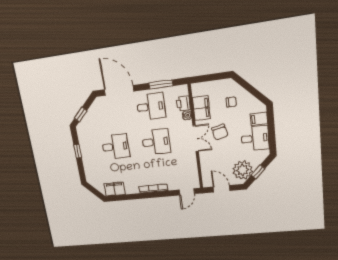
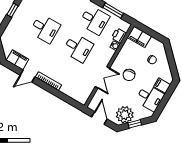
filing cabinet: (201, 108) -> (139, 37), moved, turned 90
double door: (196, 139) -> (102, 77), moved
door: (187, 192) -> (27, 76), moved

